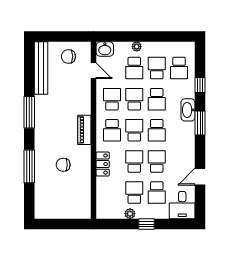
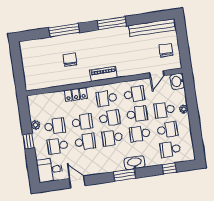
window: (200, 85) -> (169, 168), moved

